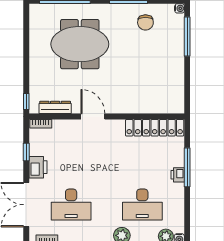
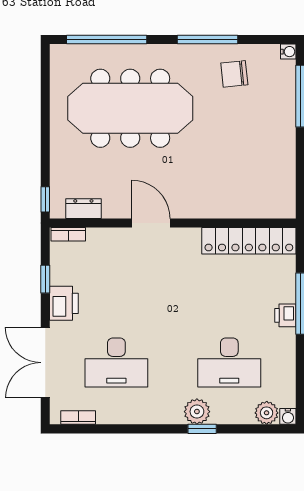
chair: (145, 22) -> (234, 74), turned 84
meeting table: (80, 44) -> (130, 108), width x1.36
dresser: (55, 107) -> (83, 209), width x0.70

